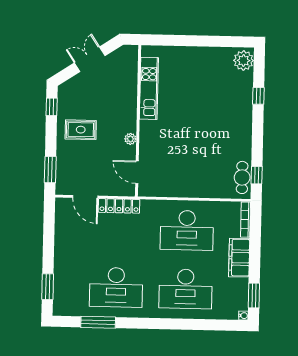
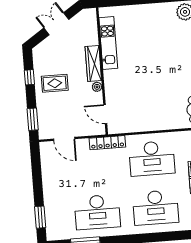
window: (52, 107) -> (29, 77), moved
wardrobe: (129, 111) -> (93, 63), added
locker: (119, 206) -> (107, 143), moved

